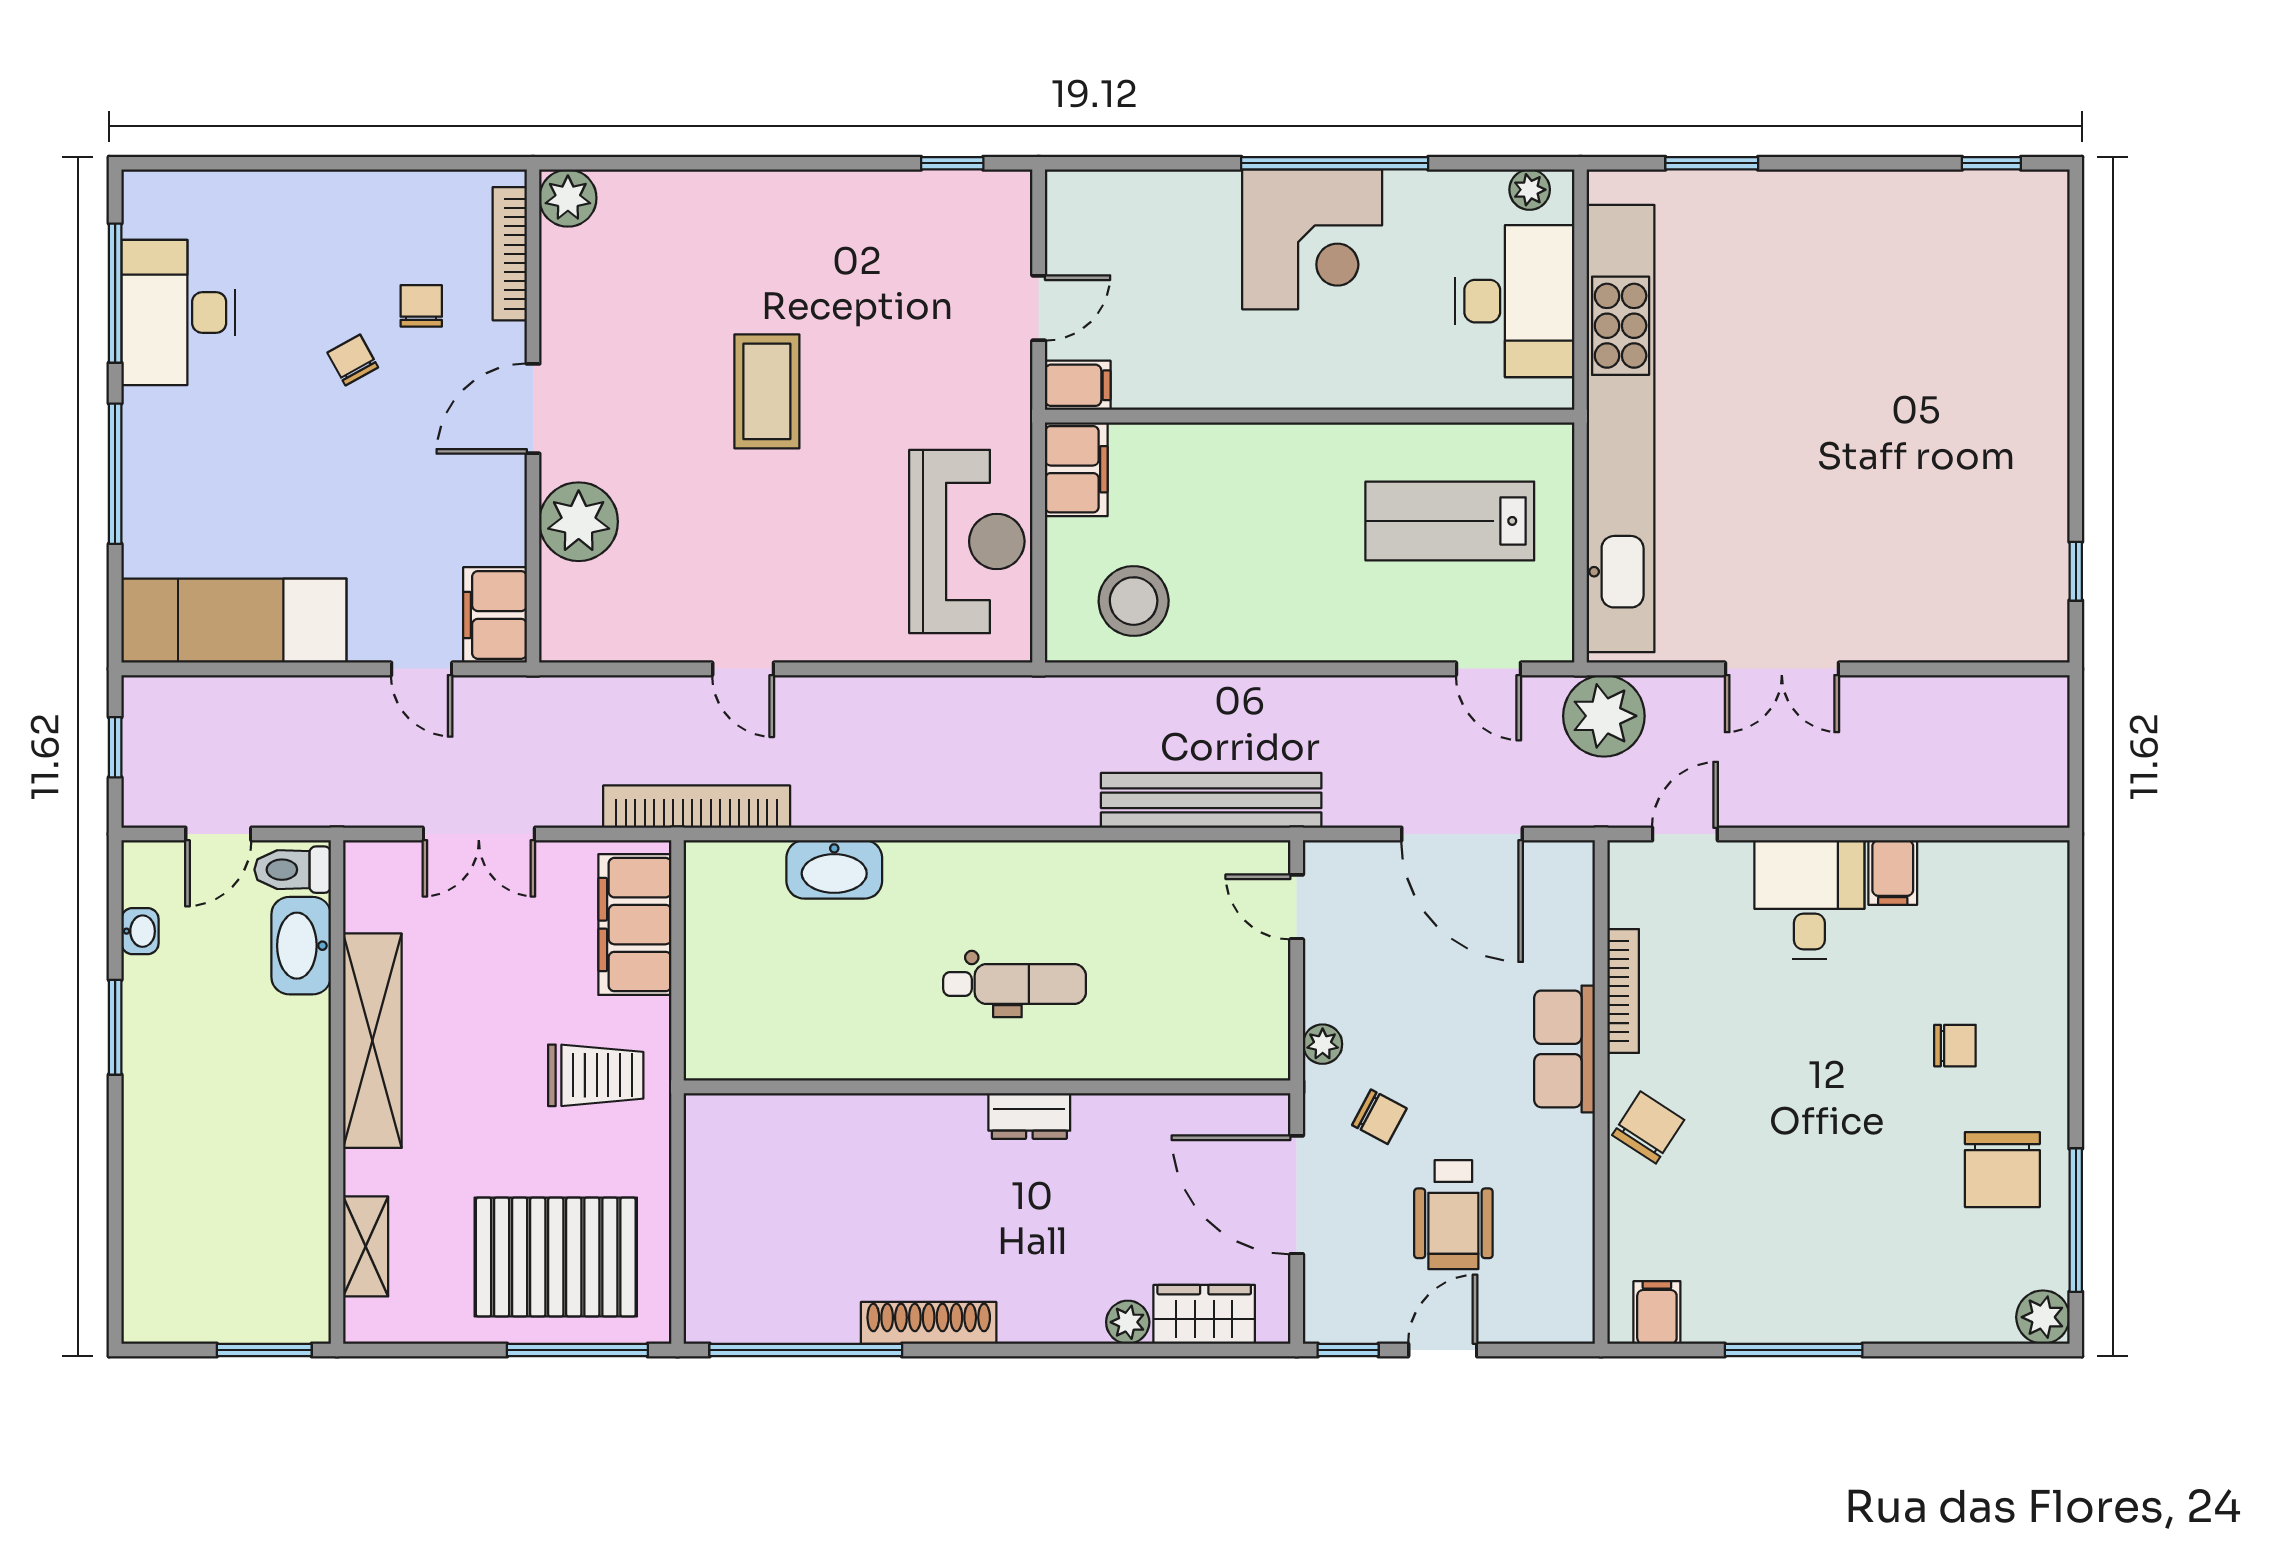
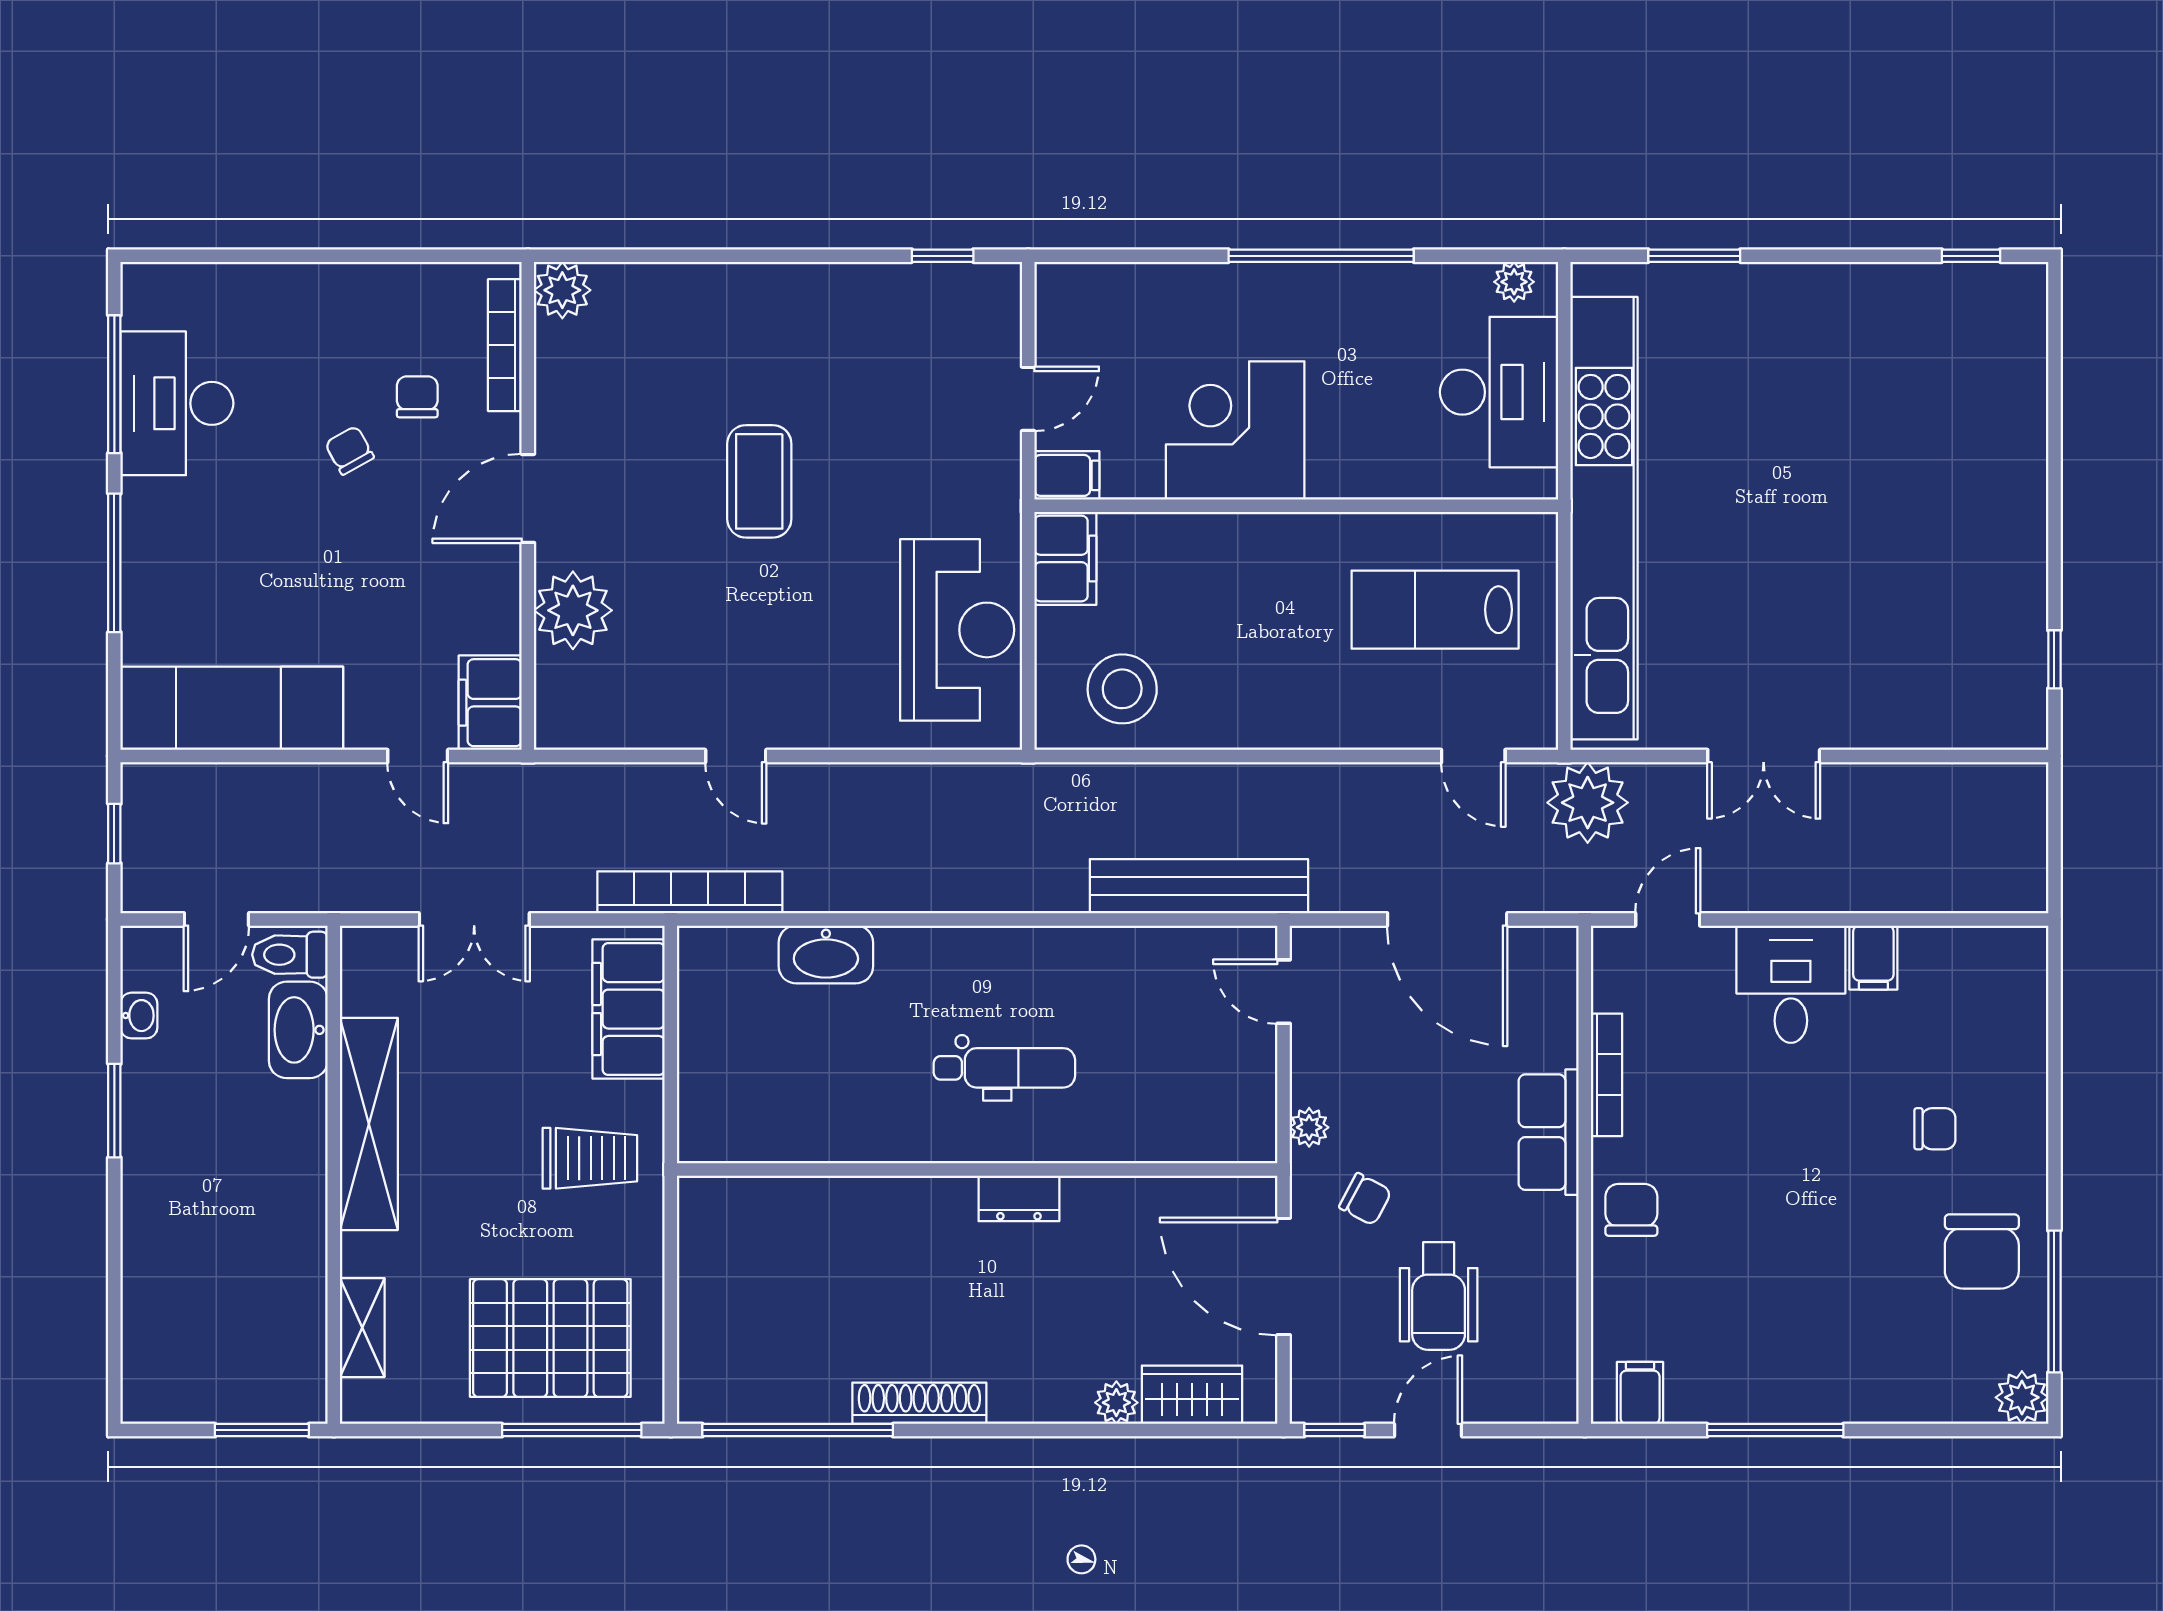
corner desk: (1312, 239) -> (1235, 431), moved, turned 180
chair: (1648, 1127) -> (1631, 1210), turned -33

